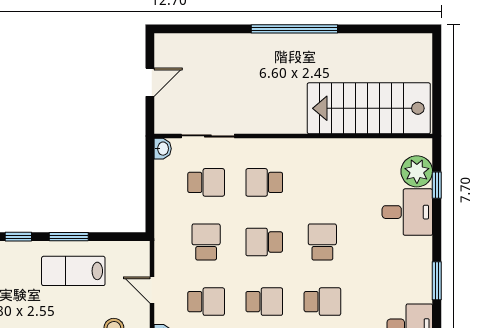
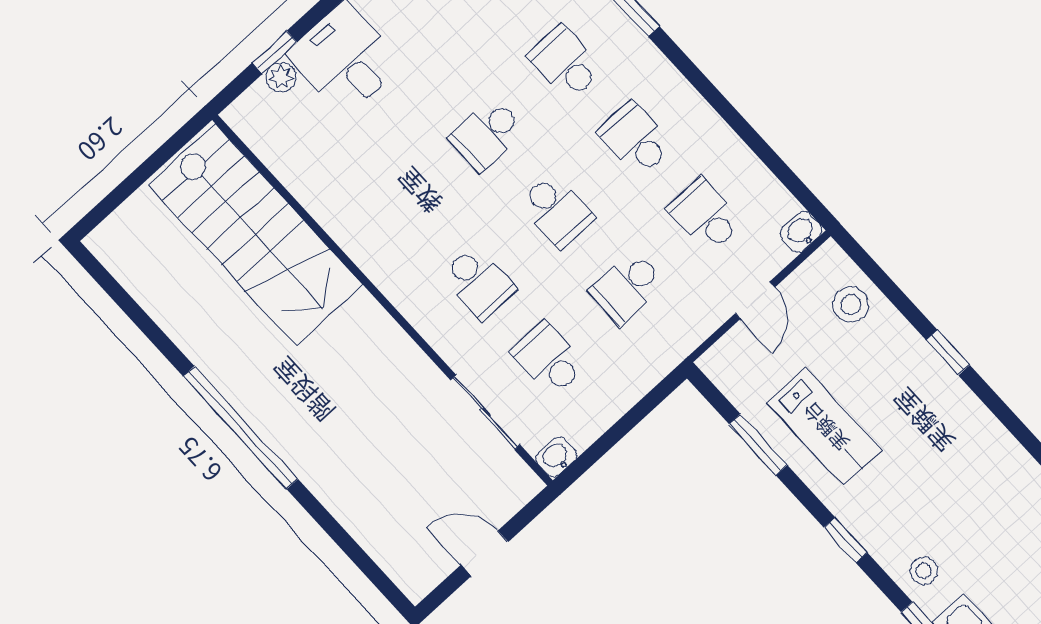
plant: (417, 171) -> (281, 77), width x0.53, depth x0.53
window: (69, 237) -> (758, 445), moved

